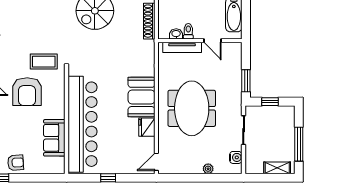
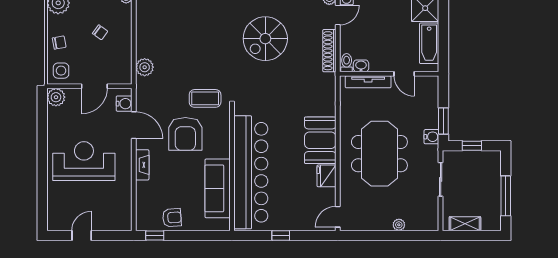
toilet: (188, 31) -> (347, 63), moved
sofa: (54, 138) -> (218, 188), width x1.36
water cooler: (236, 157) -> (431, 137), moved
shelving: (277, 168) -> (465, 224), moved

